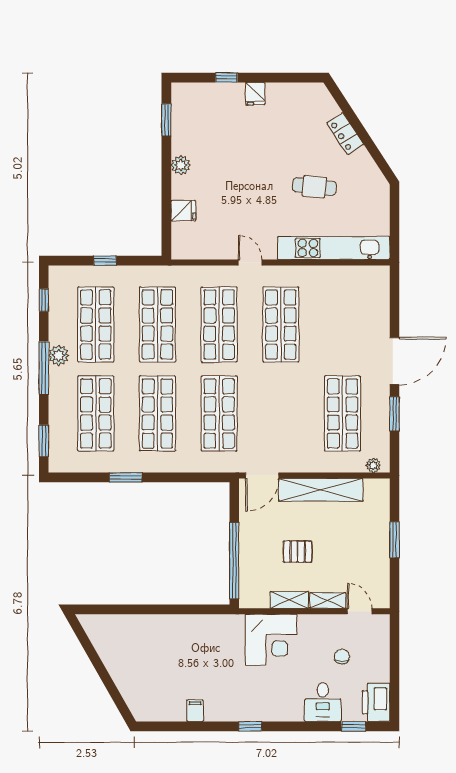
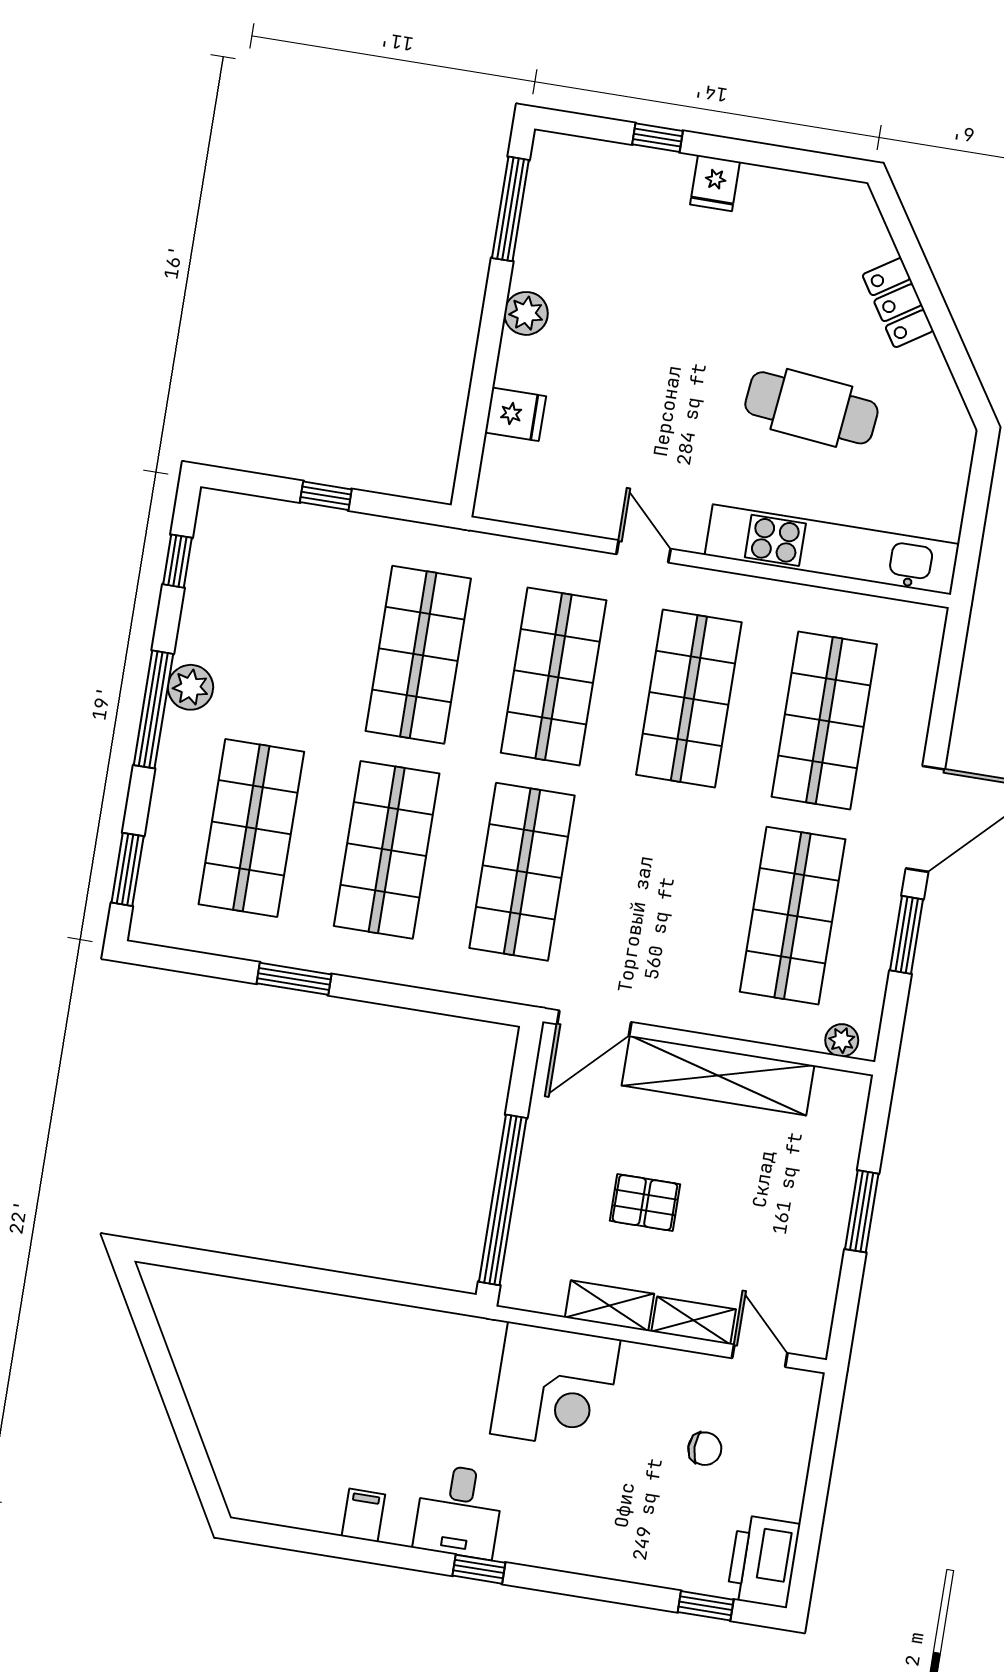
window: (166, 120) -> (510, 209), width x1.44
cafe table: (314, 187) -> (811, 408), width x1.37, depth x1.35
shop shelf: (96, 324) -> (824, 720), moved
chair: (342, 657) -> (705, 1449), turned 90
desk: (323, 702) -> (459, 1511), moved

